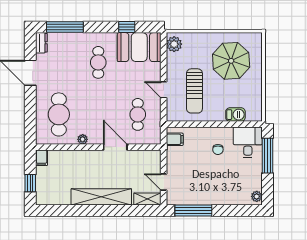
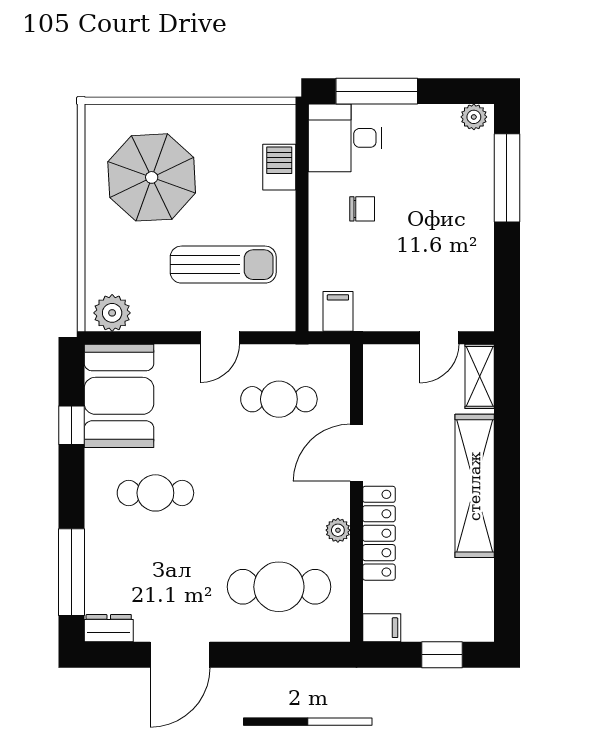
locker: (81, 157) -> (379, 533), added
window: (193, 210) -> (507, 178), moved

